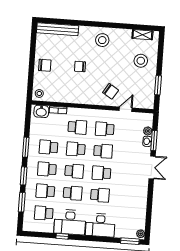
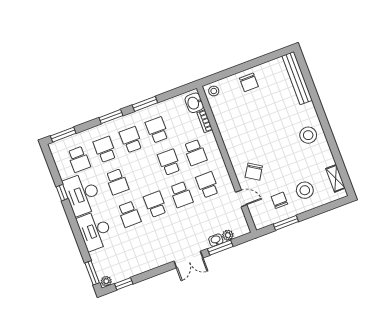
chair: (80, 67) -> (279, 200), moved
school desk: (74, 171) -> (143, 172), removed
window: (22, 202) -> (63, 135), moved
school desk: (44, 213) -> (79, 159), turned 180
window: (148, 222) -> (124, 284), added

